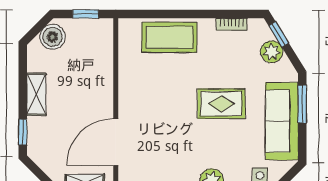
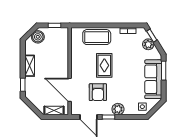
rug: (221, 104) -> (104, 65), moved, turned 90
door: (116, 142) -> (70, 90), hinge flipped
armchair: (172, 147) -> (98, 92), added

